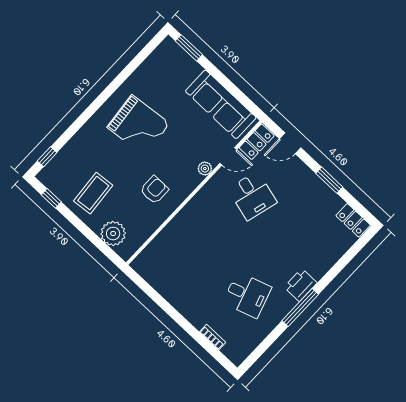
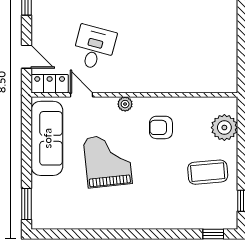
grand piano: (138, 125) -> (108, 161), moved
plant: (205, 169) -> (125, 104), moved

